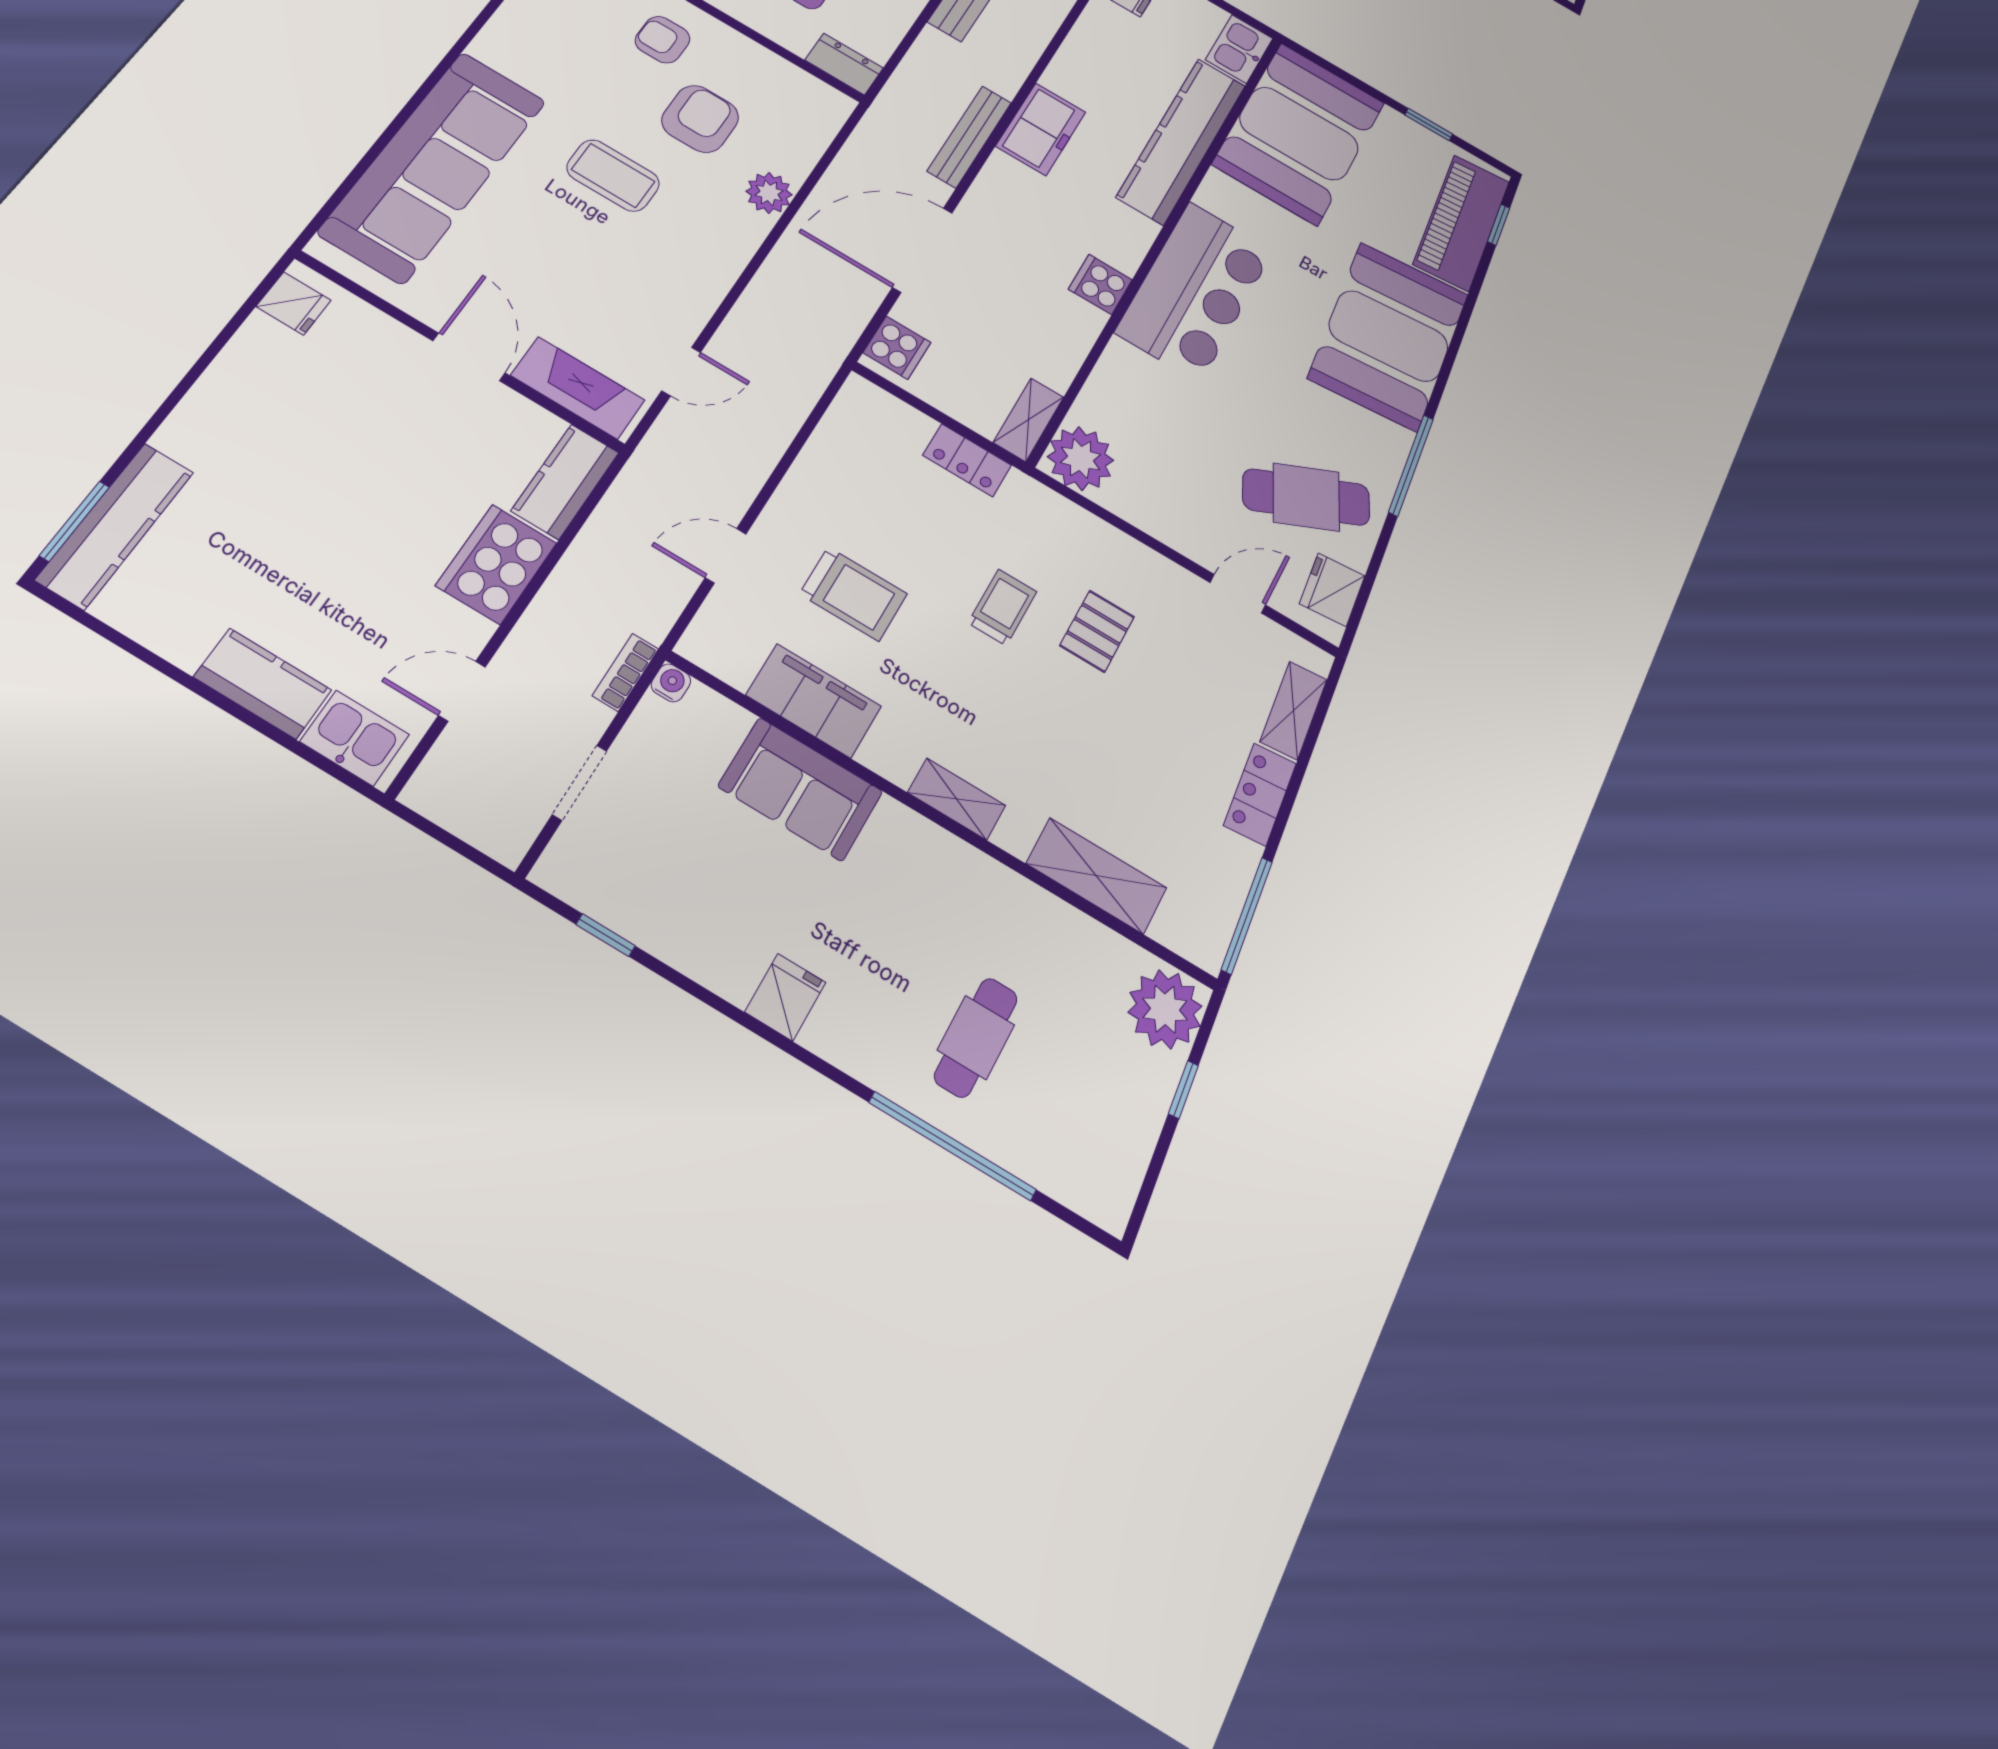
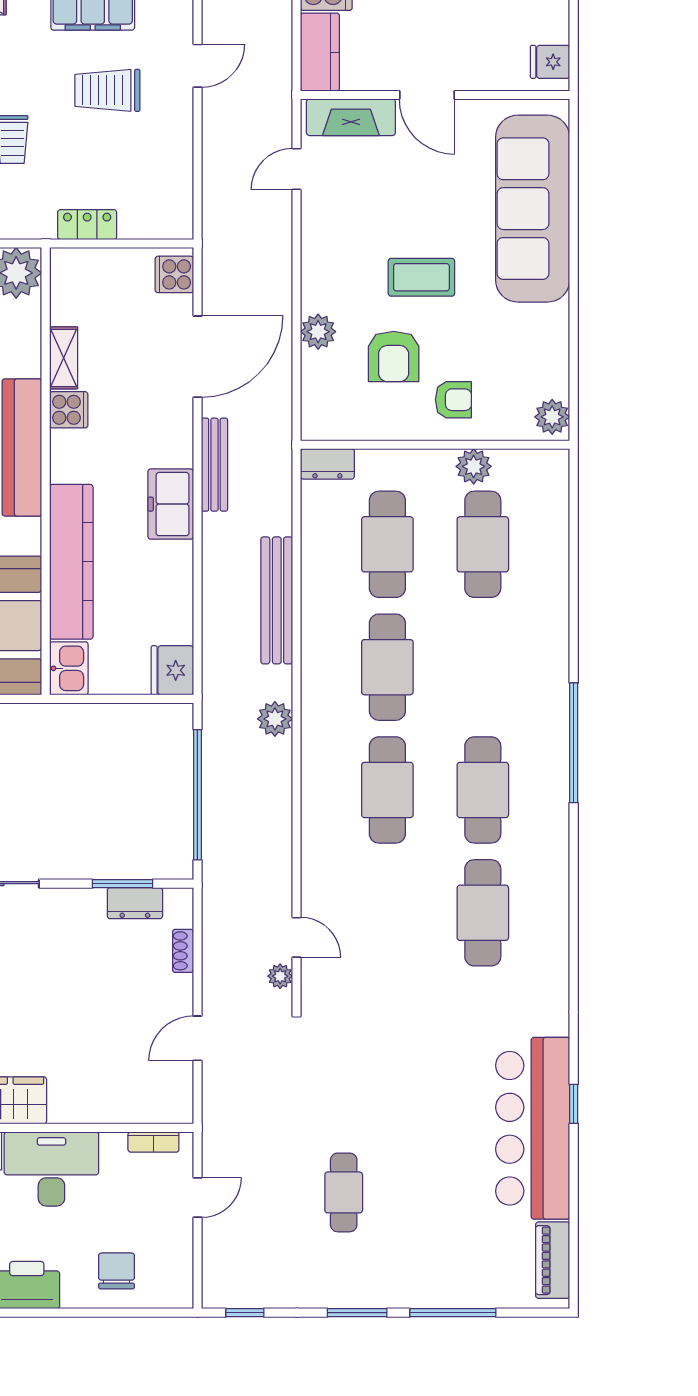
shelving: (1028, 420) -> (64, 358), moved

